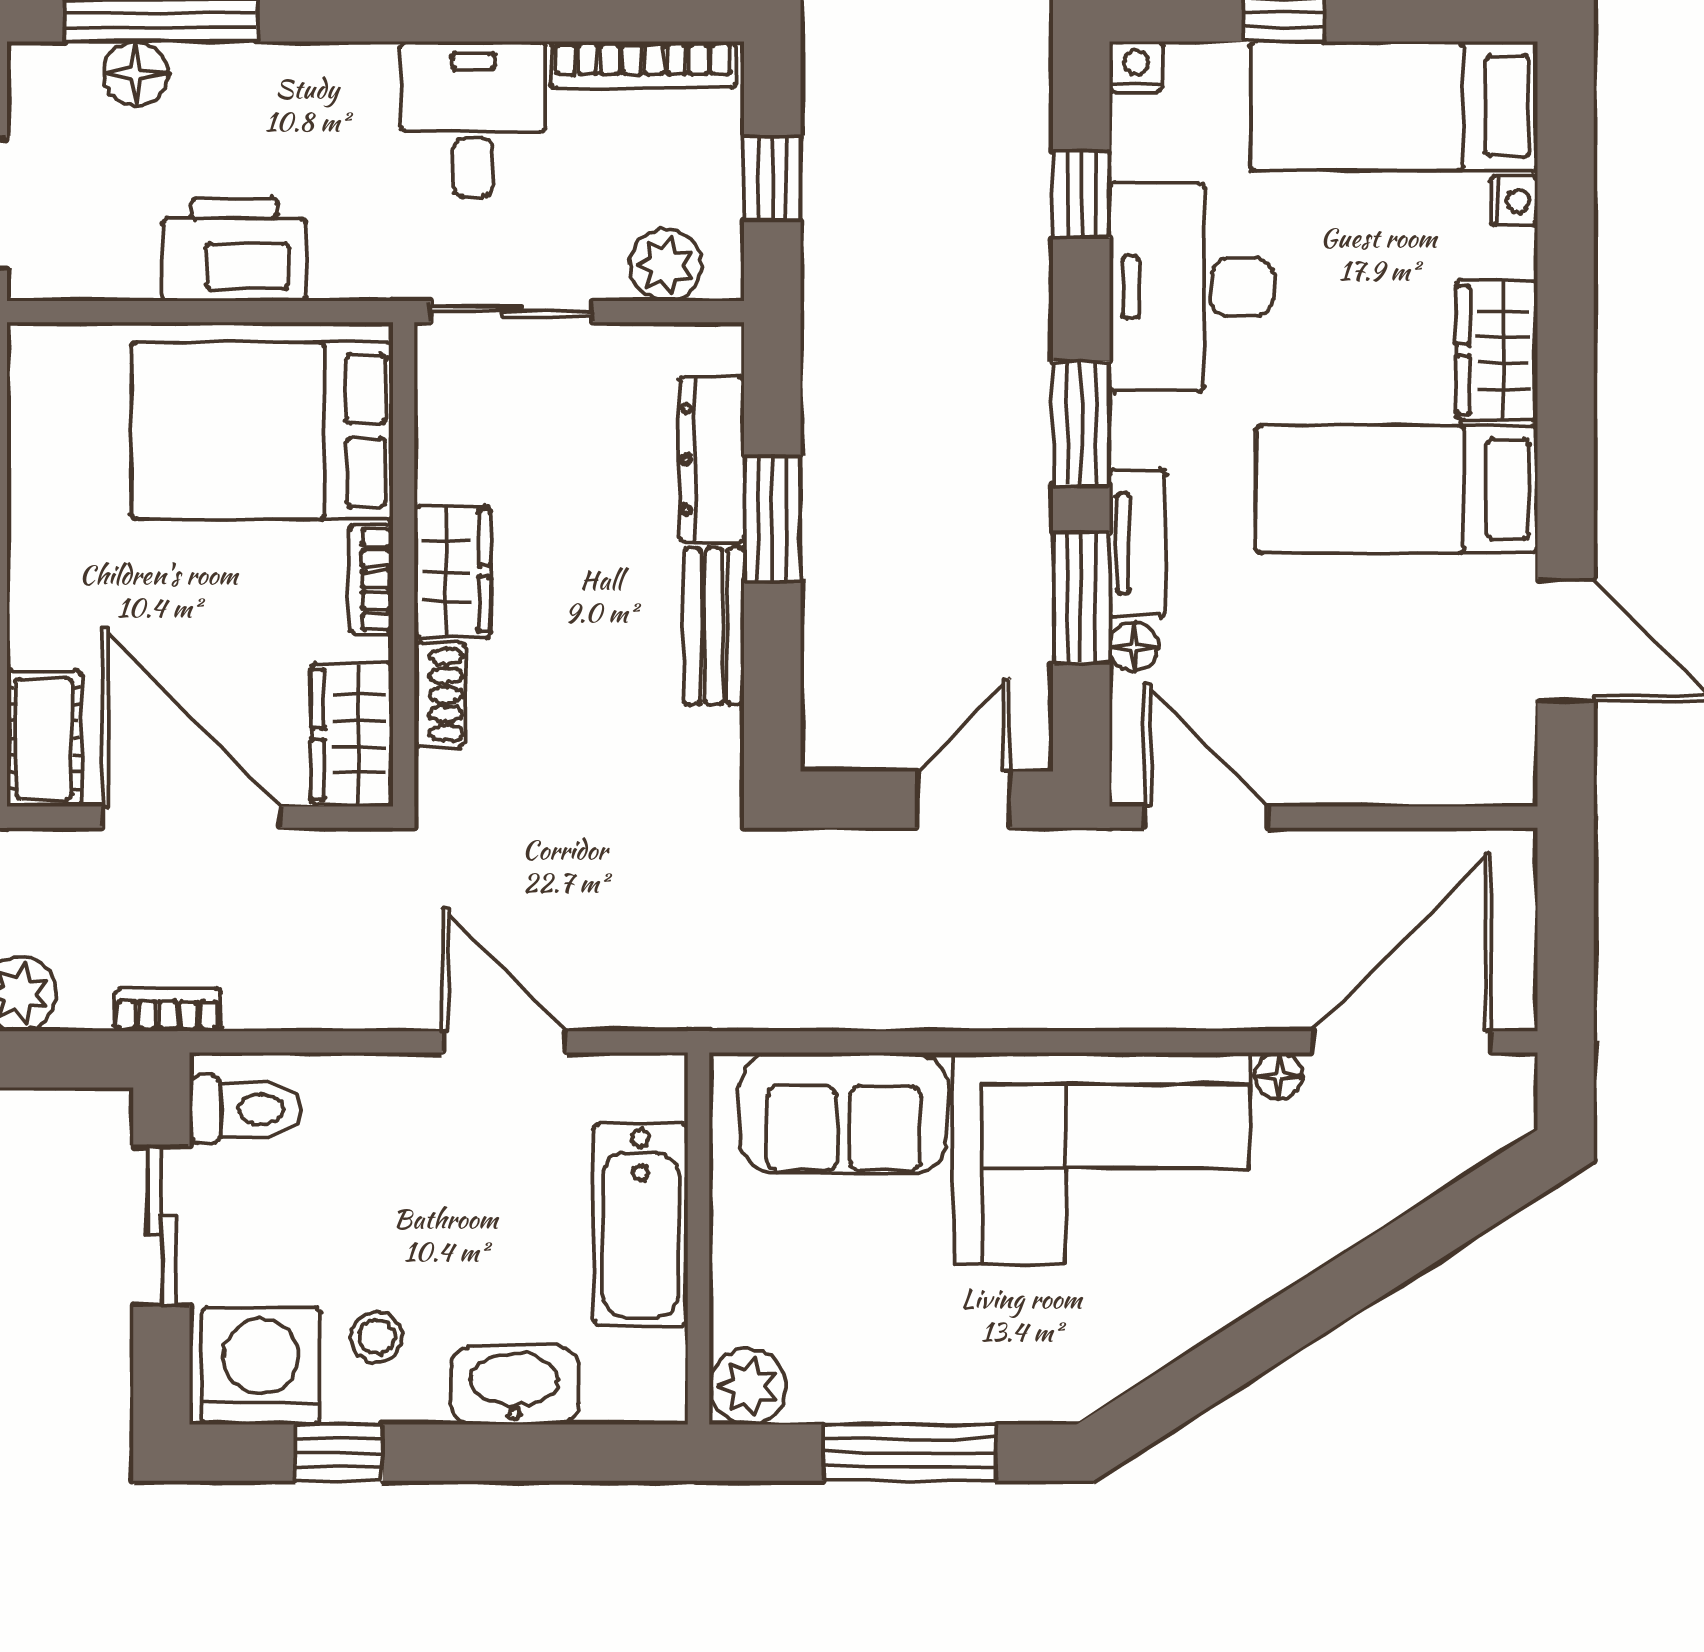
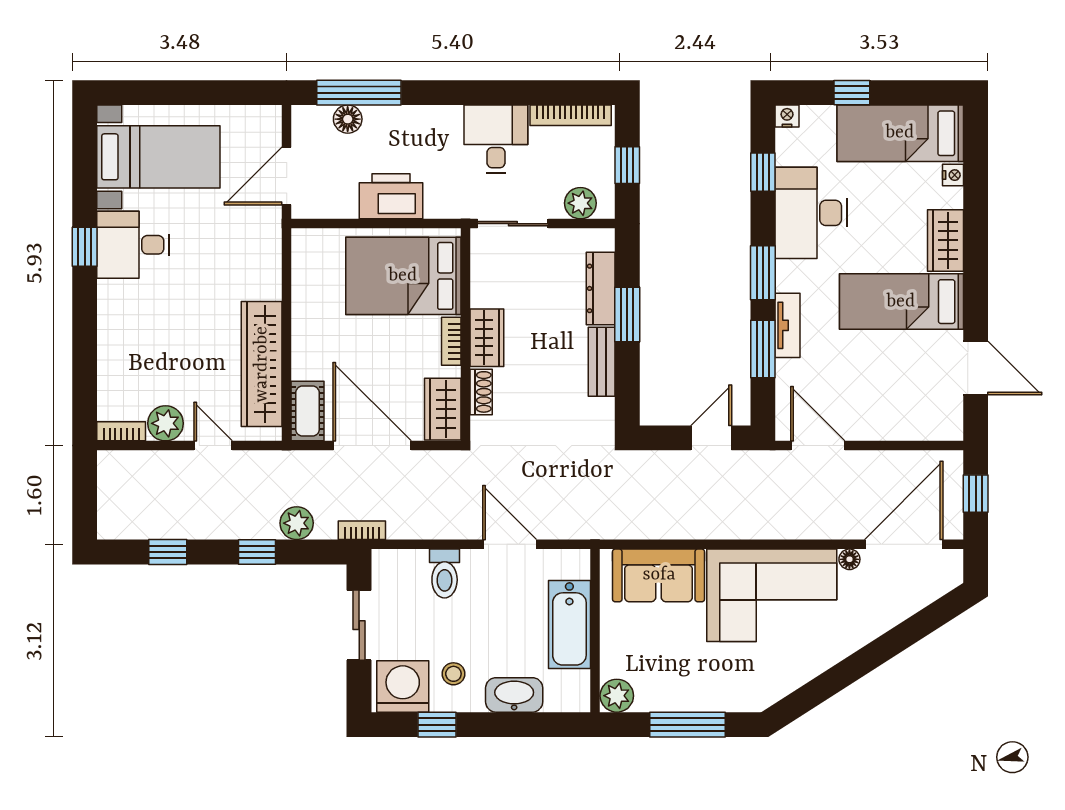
floor lamp: (1134, 647) -> (786, 371), removed
window: (1566, 927) -> (976, 494), added
toilet: (245, 1110) -> (445, 573), moved, turned 90

